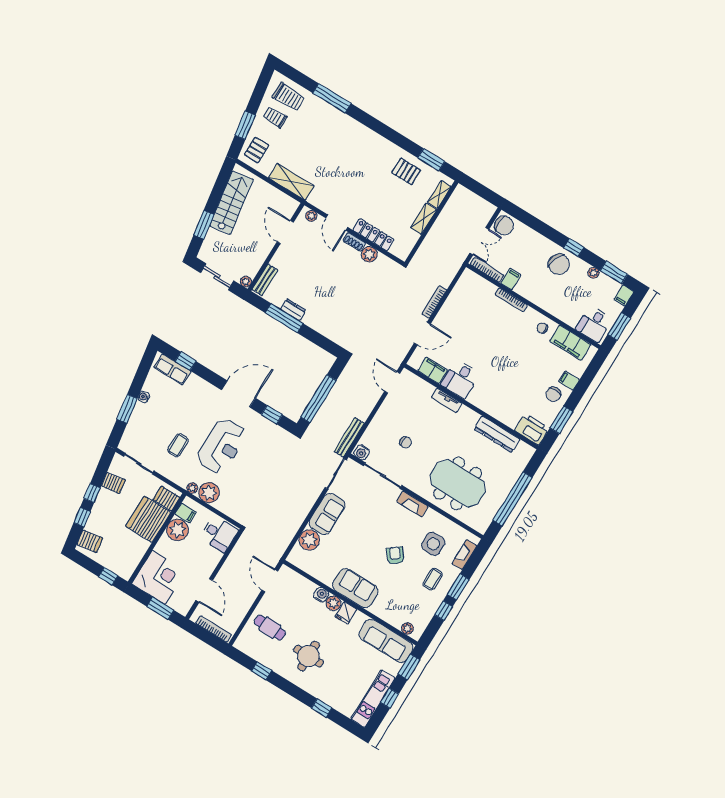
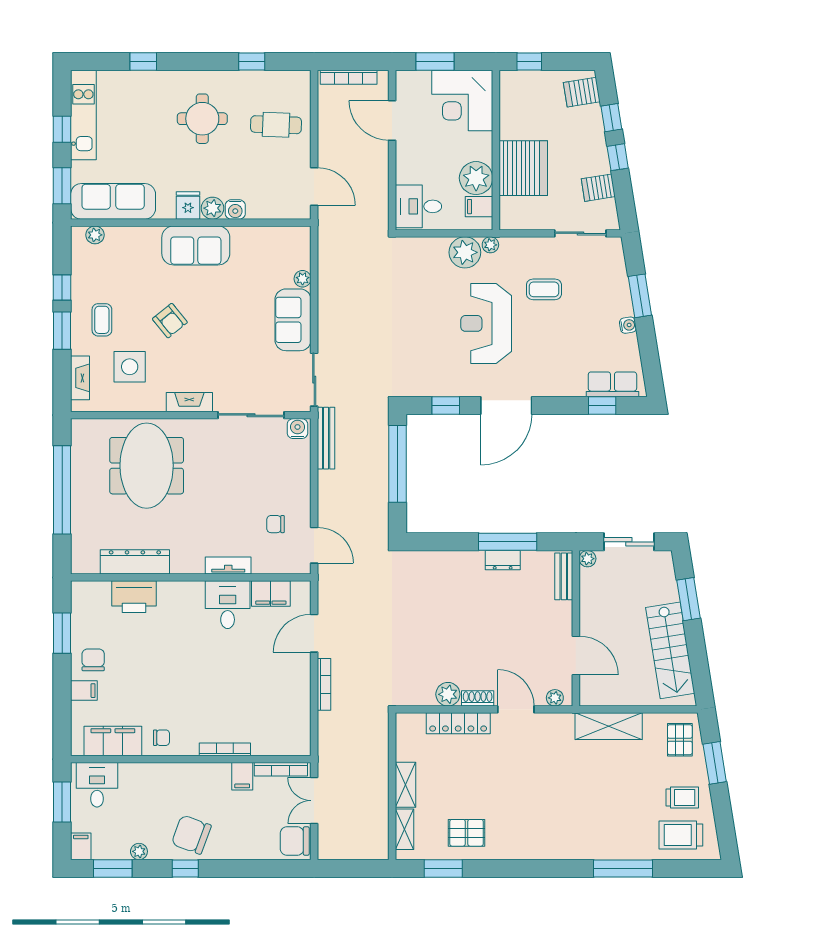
printer: (532, 429) -> (134, 597), moved
chair: (406, 442) -> (276, 524), moved
coffee table: (178, 445) -> (544, 289), turned 90
meeting table: (458, 483) -> (147, 466), turned 90
server rack: (166, 499) -> (516, 210), removed
plant: (309, 540) -> (303, 279), width x0.53, depth x0.53

